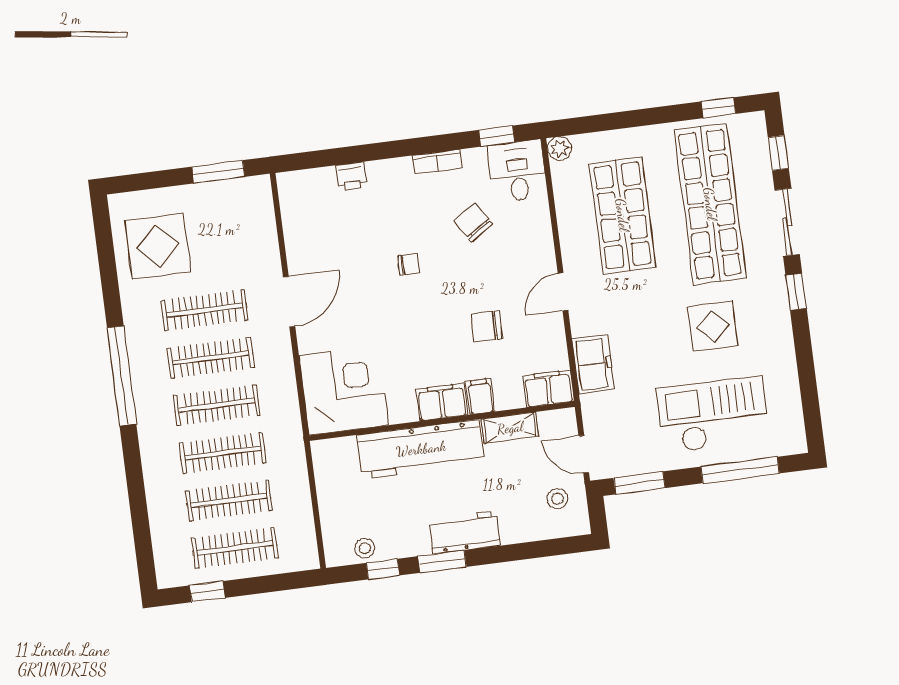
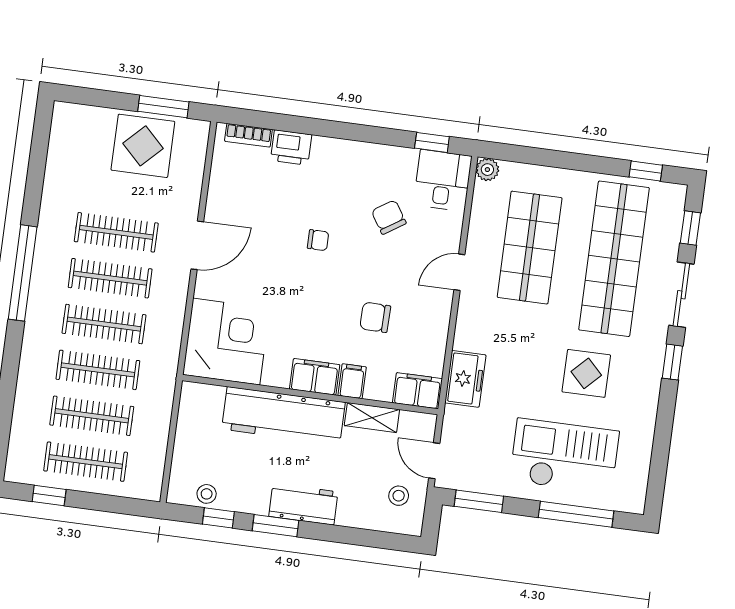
bookcase: (437, 162) -> (248, 135), moved
printer: (351, 176) -> (291, 147), width x1.36, depth x1.24
display table: (158, 246) -> (143, 146), moved
door: (563, 292) -> (459, 272), moved

